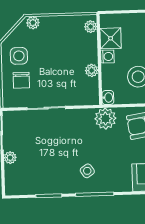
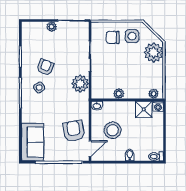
plant: (33, 23) -> (154, 53), width x1.88, depth x1.88
washing machine: (107, 56) -> (158, 106), moved
plant: (105, 119) -> (80, 84), moved
armchair: (61, 164) -> (45, 67), added

